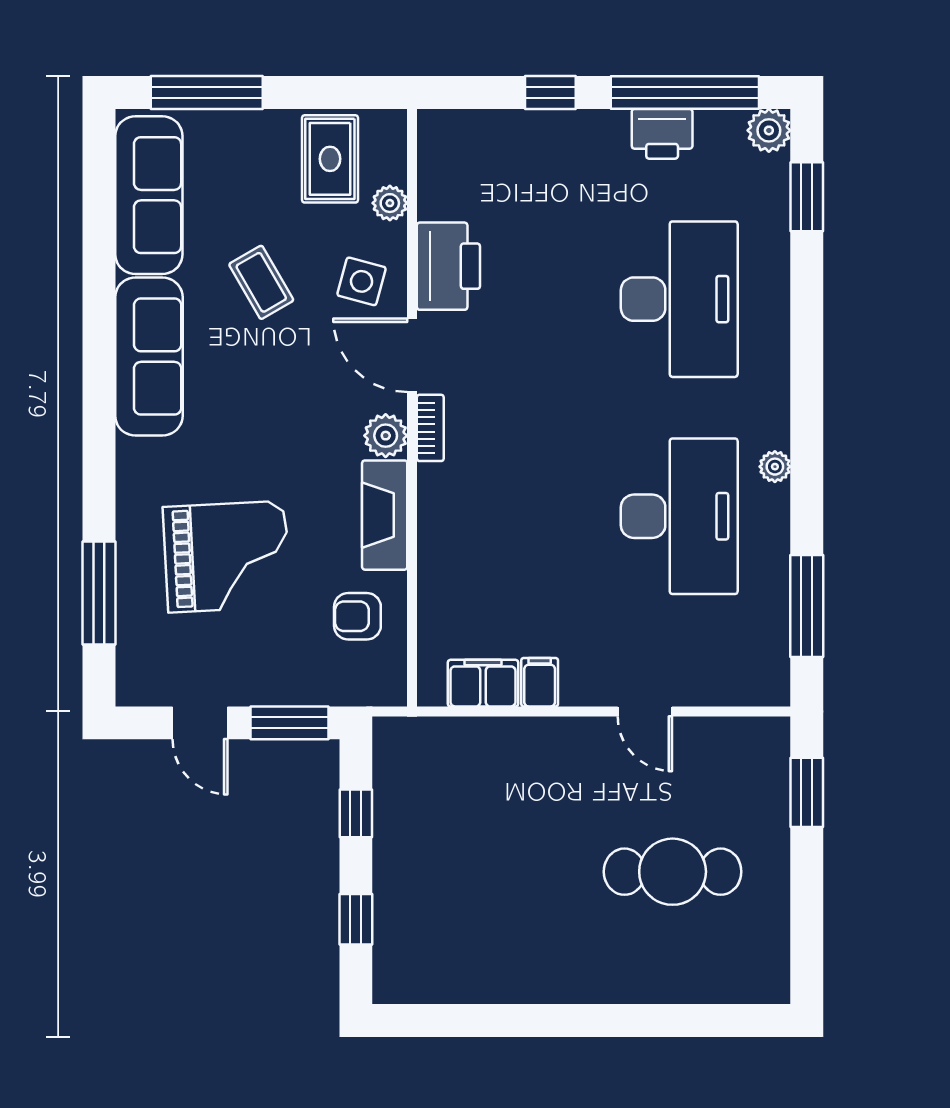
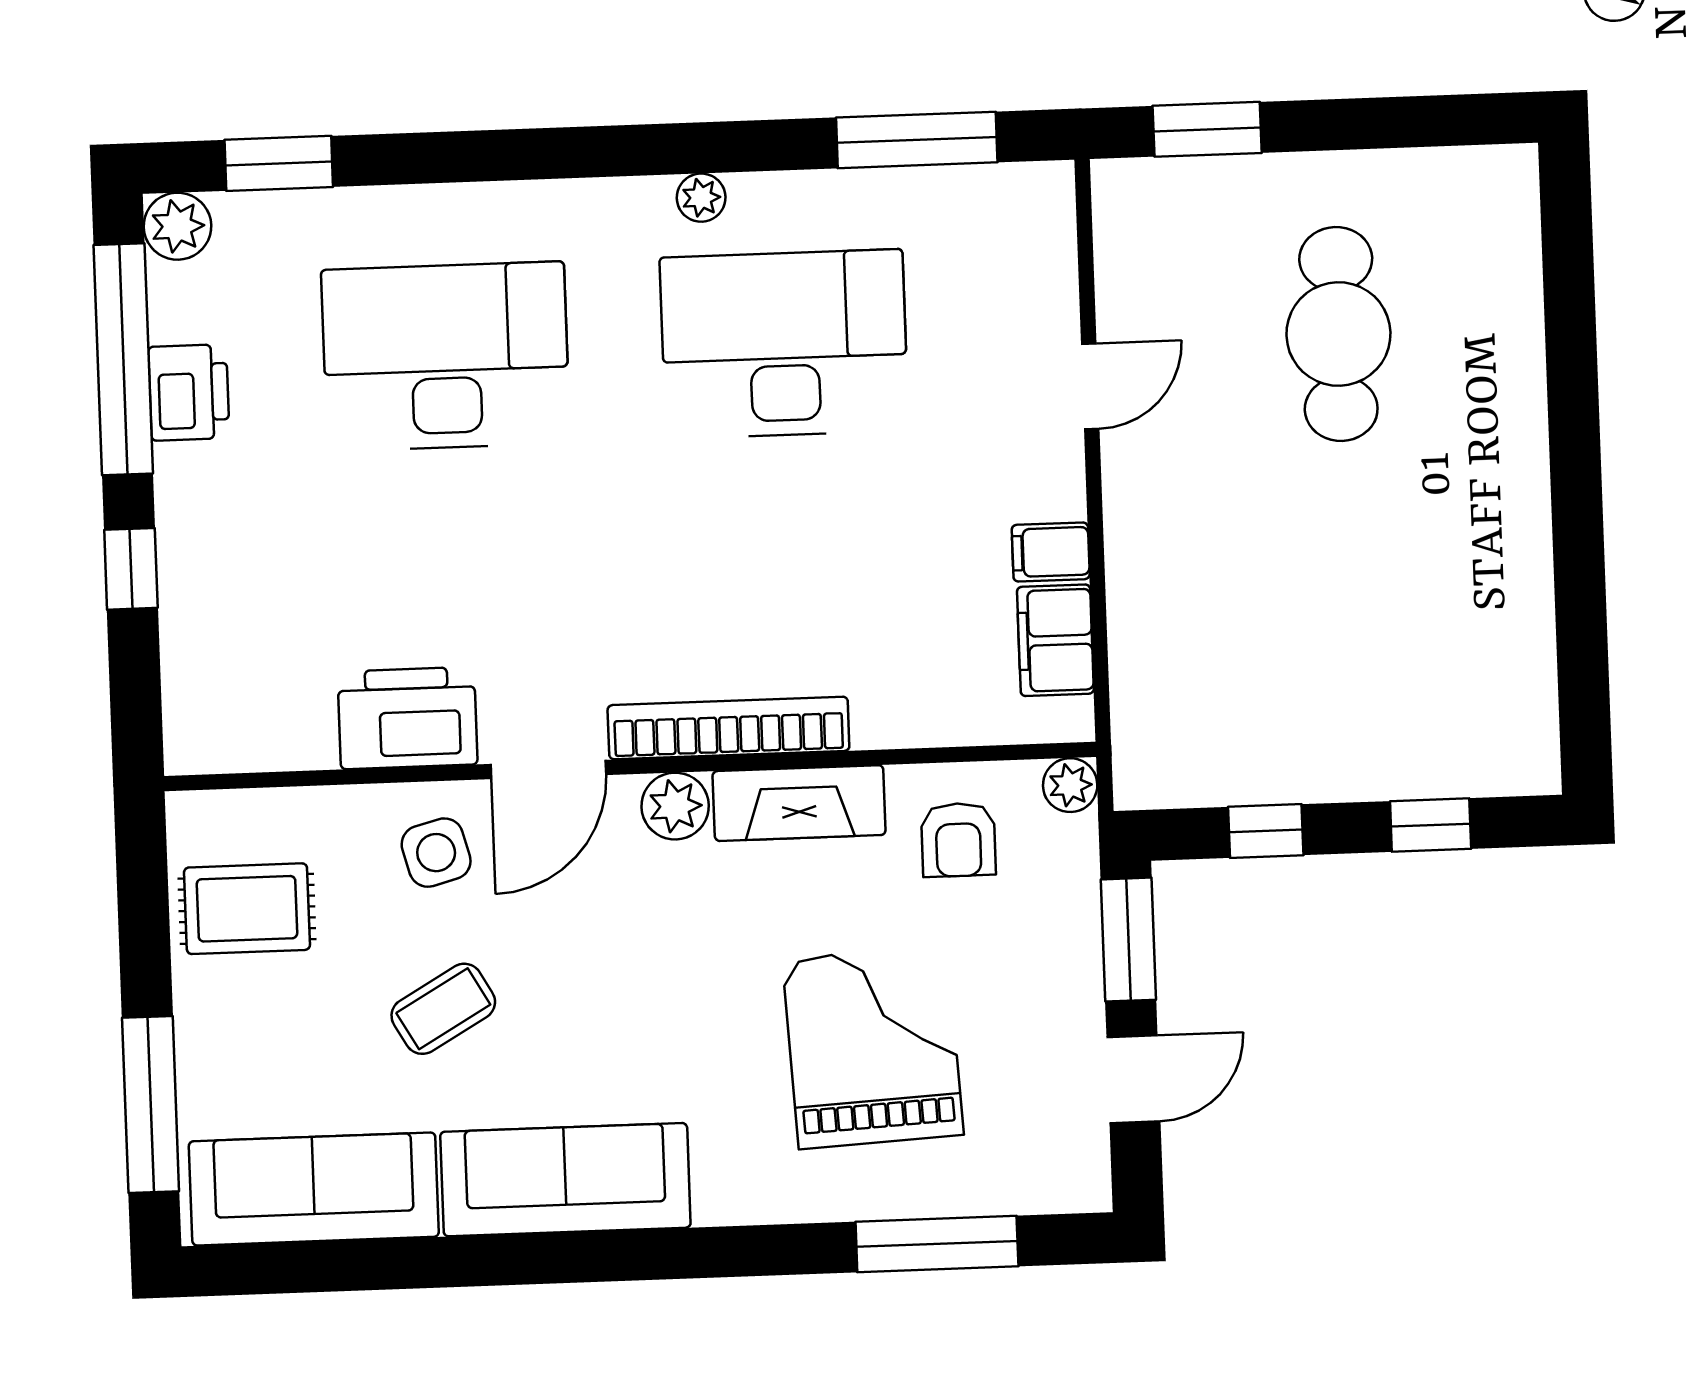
plant: (390, 203) -> (1070, 785), moved
side table: (362, 281) -> (436, 853), turned -30
bookcase: (430, 428) -> (728, 728), width x2.31, depth x1.31

